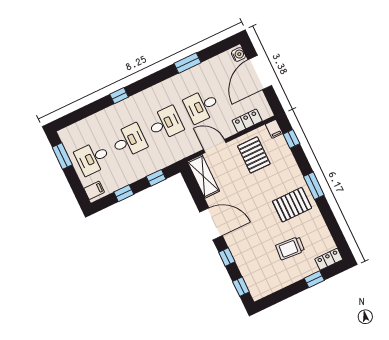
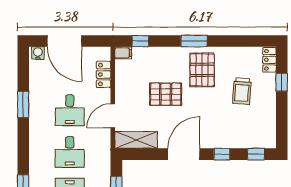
desk: (165, 123) -> (70, 152), turned 180
pallet: (254, 155) -> (166, 94), moved

